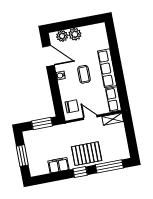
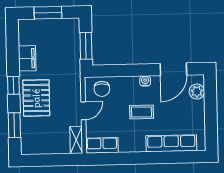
plant: (75, 34) -> (196, 109), removed
row of seats: (107, 68) -> (171, 143), moved
window: (109, 166) -> (14, 125), width x0.69

